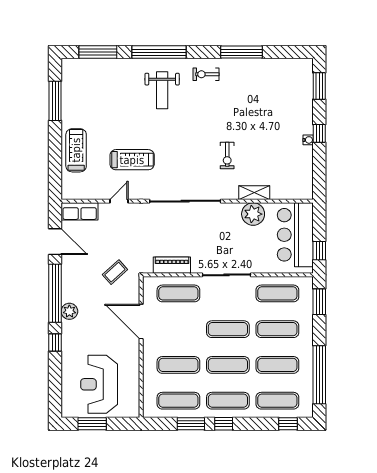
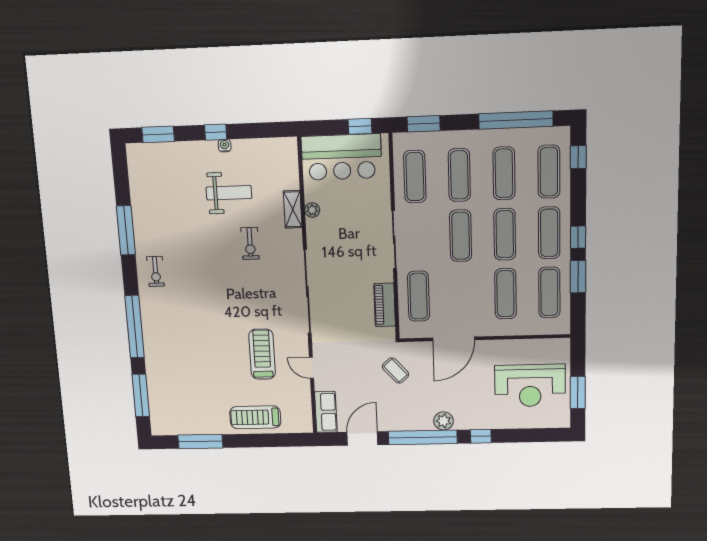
weight bench: (162, 90) -> (229, 193), moved
exercise bike: (227, 156) -> (250, 243), turned 90
plant: (253, 214) -> (312, 210), width x0.53, depth x0.53

